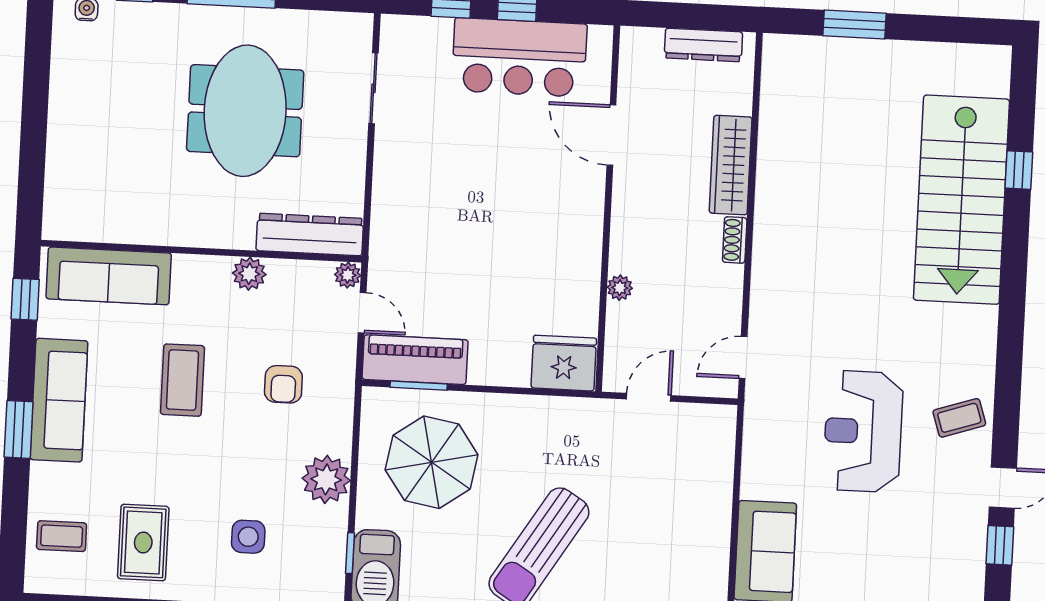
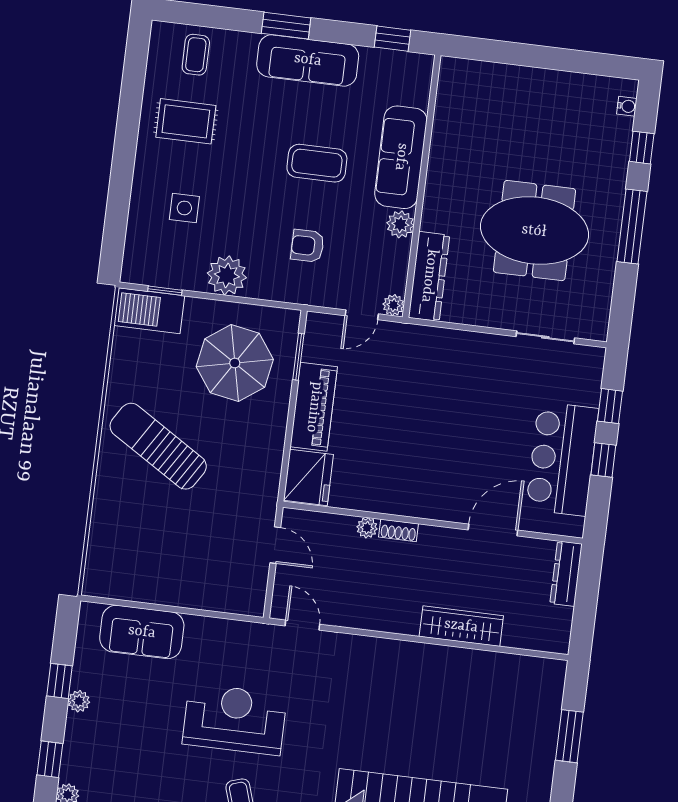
dresser: (703, 45) -> (566, 574), moved
shoe rack: (735, 240) -> (399, 530), moved, turned 180
sofa: (109, 276) -> (401, 157), moved
piano: (415, 360) -> (314, 407), moved

